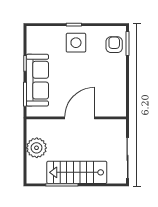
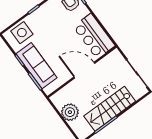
side table: (76, 43) -> (22, 33), moved
bar counter: (113, 92) -> (94, 36), added
door: (80, 118) -> (84, 70), hinge flipped

